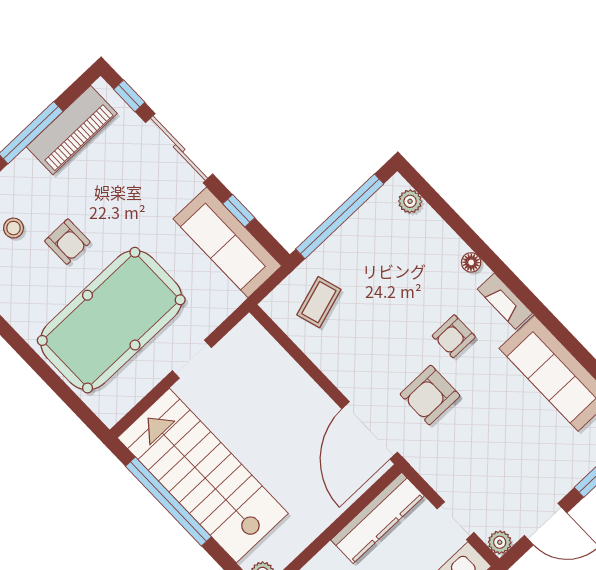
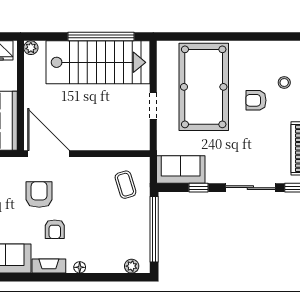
sofa: (227, 242) -> (181, 170), width x0.73
armchair: (454, 336) -> (55, 229), turned 180

